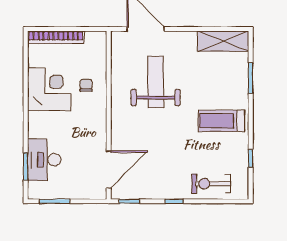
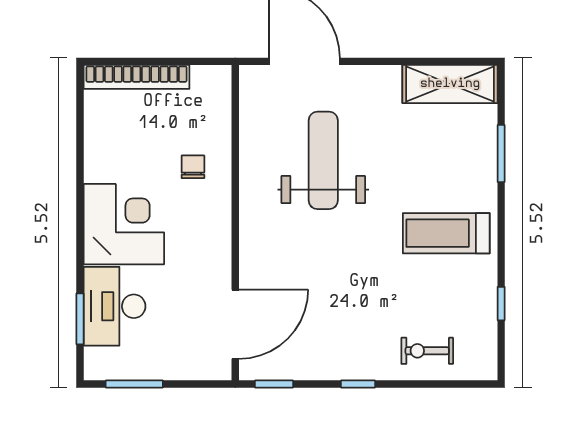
corner desk: (49, 89) -> (124, 224), moved
exercise bike: (211, 184) -> (427, 351), width x0.73, depth x0.72

